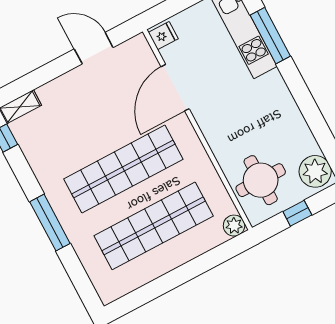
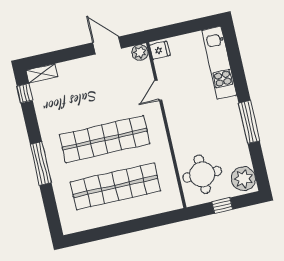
window: (270, 36) -> (249, 122), moved
door: (175, 88) -> (158, 90), width x0.53
plant: (234, 226) -> (140, 53), moved

